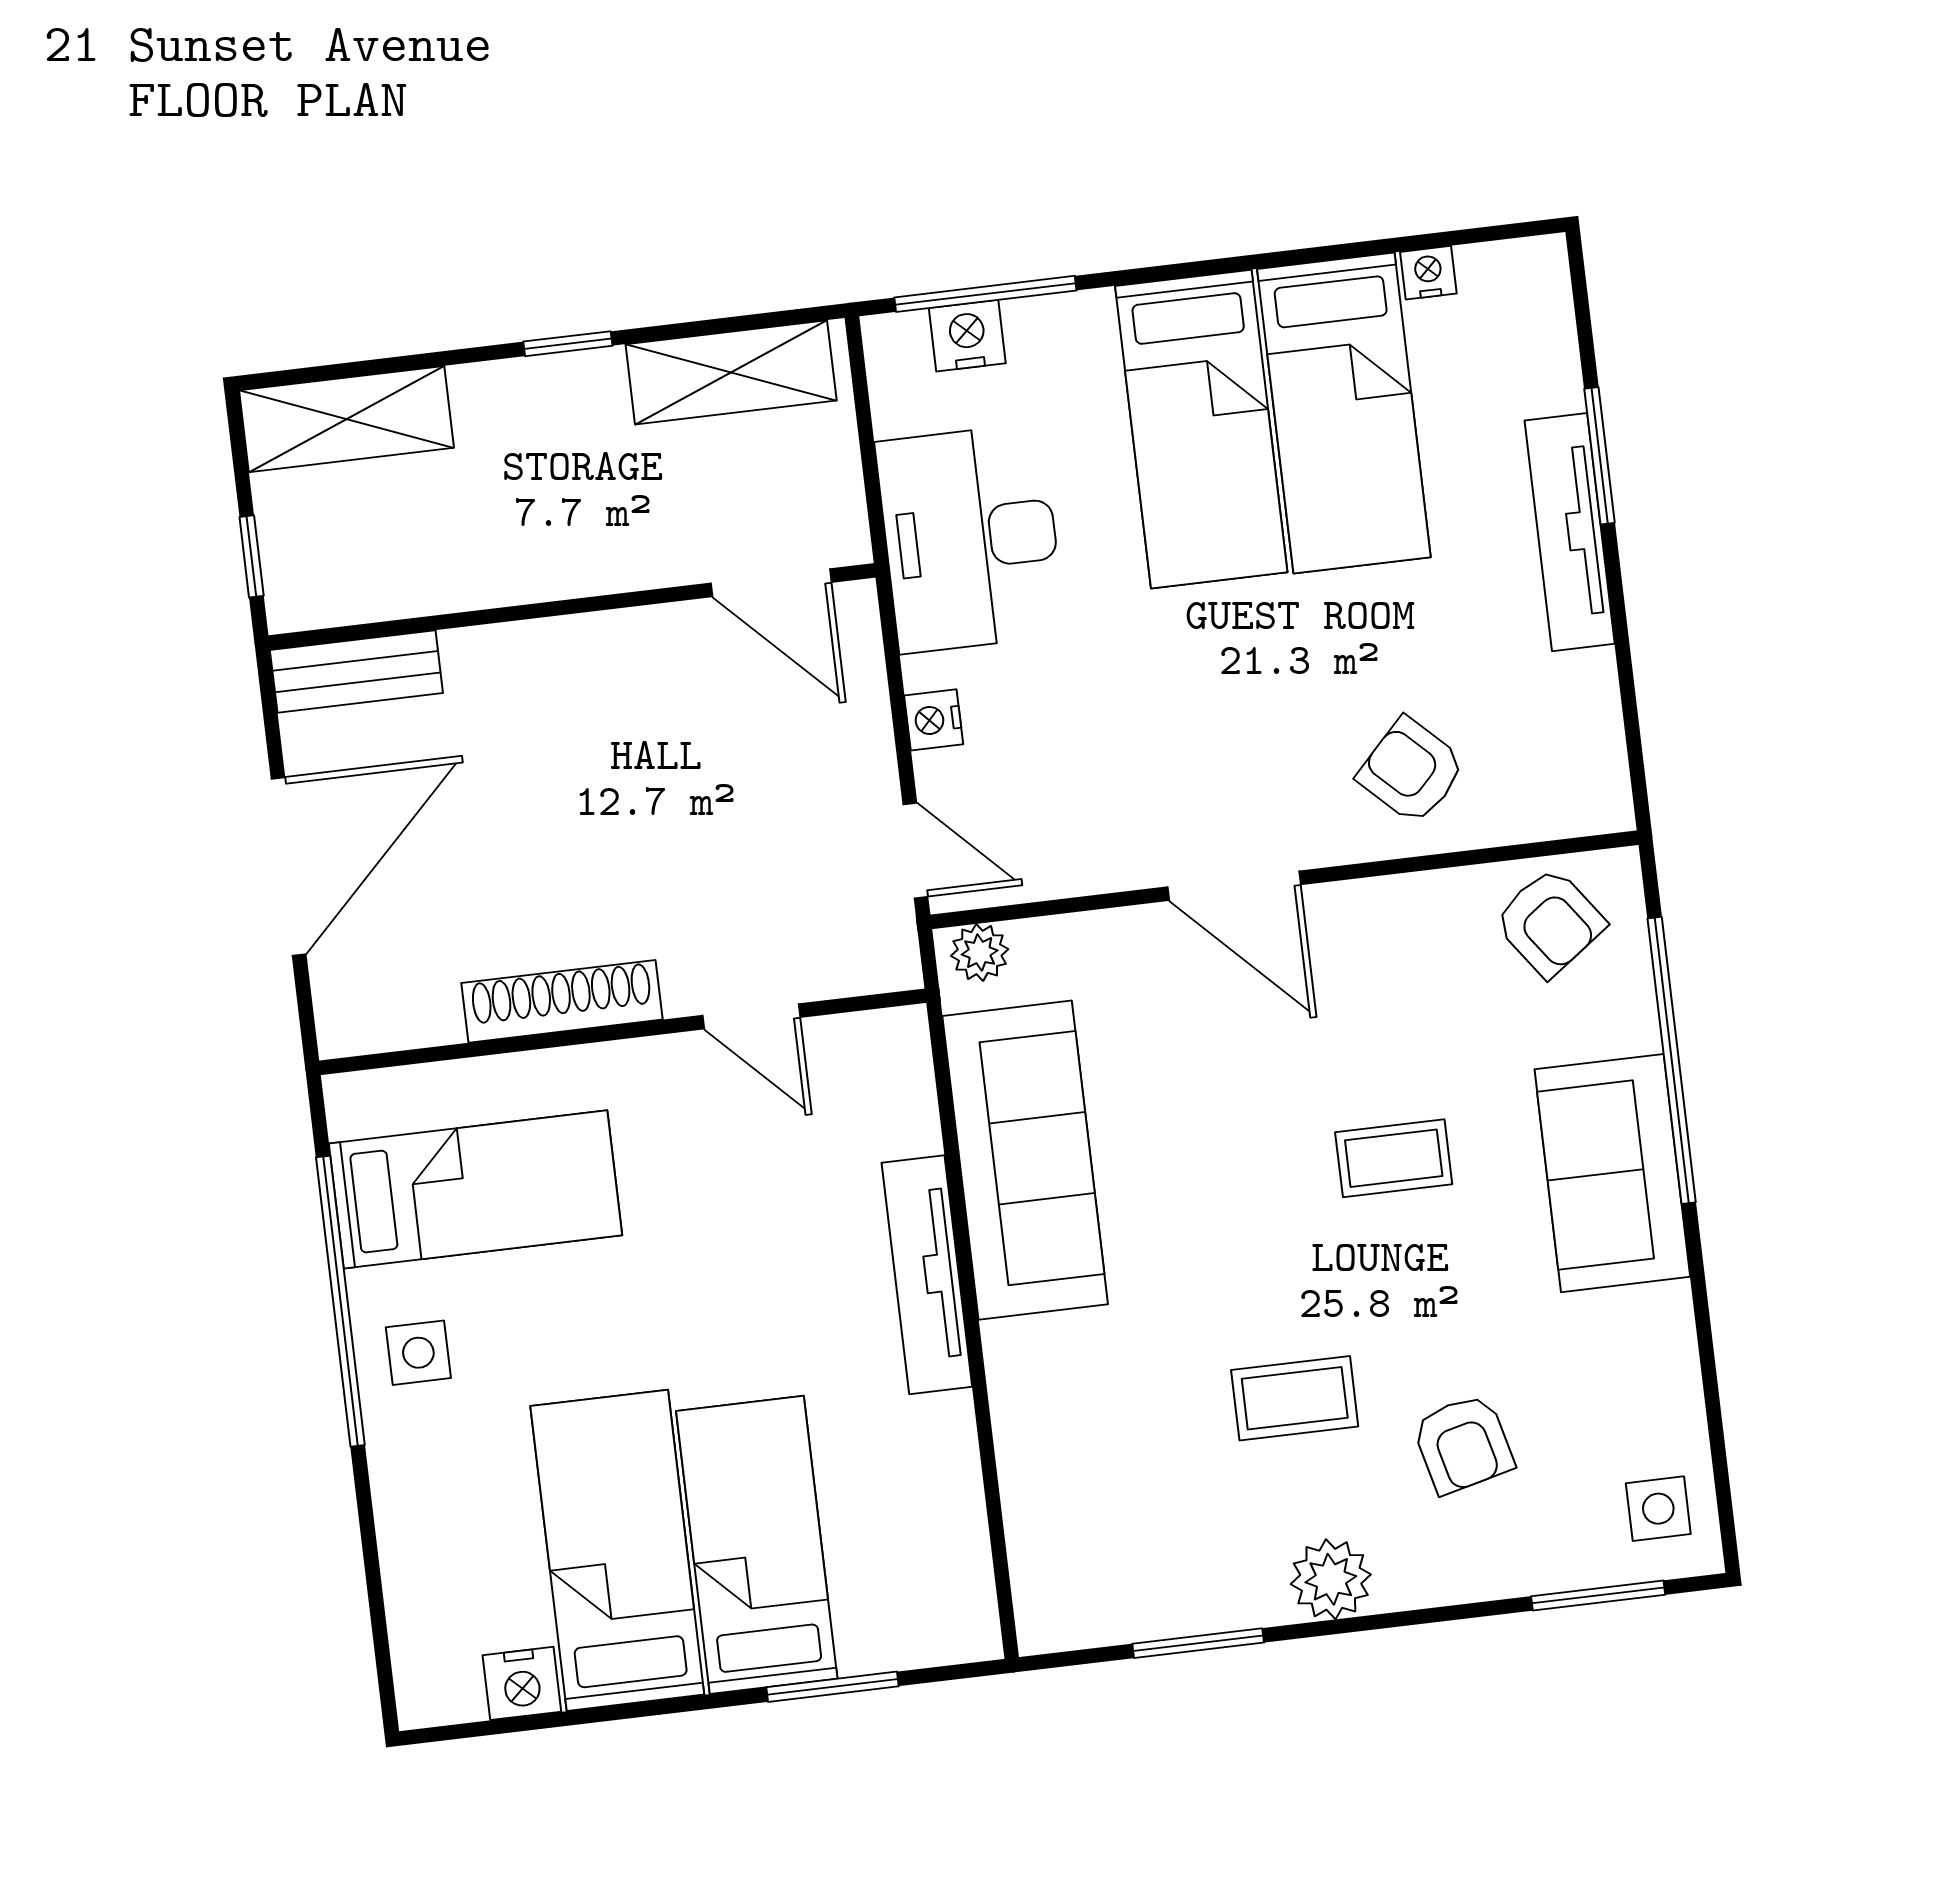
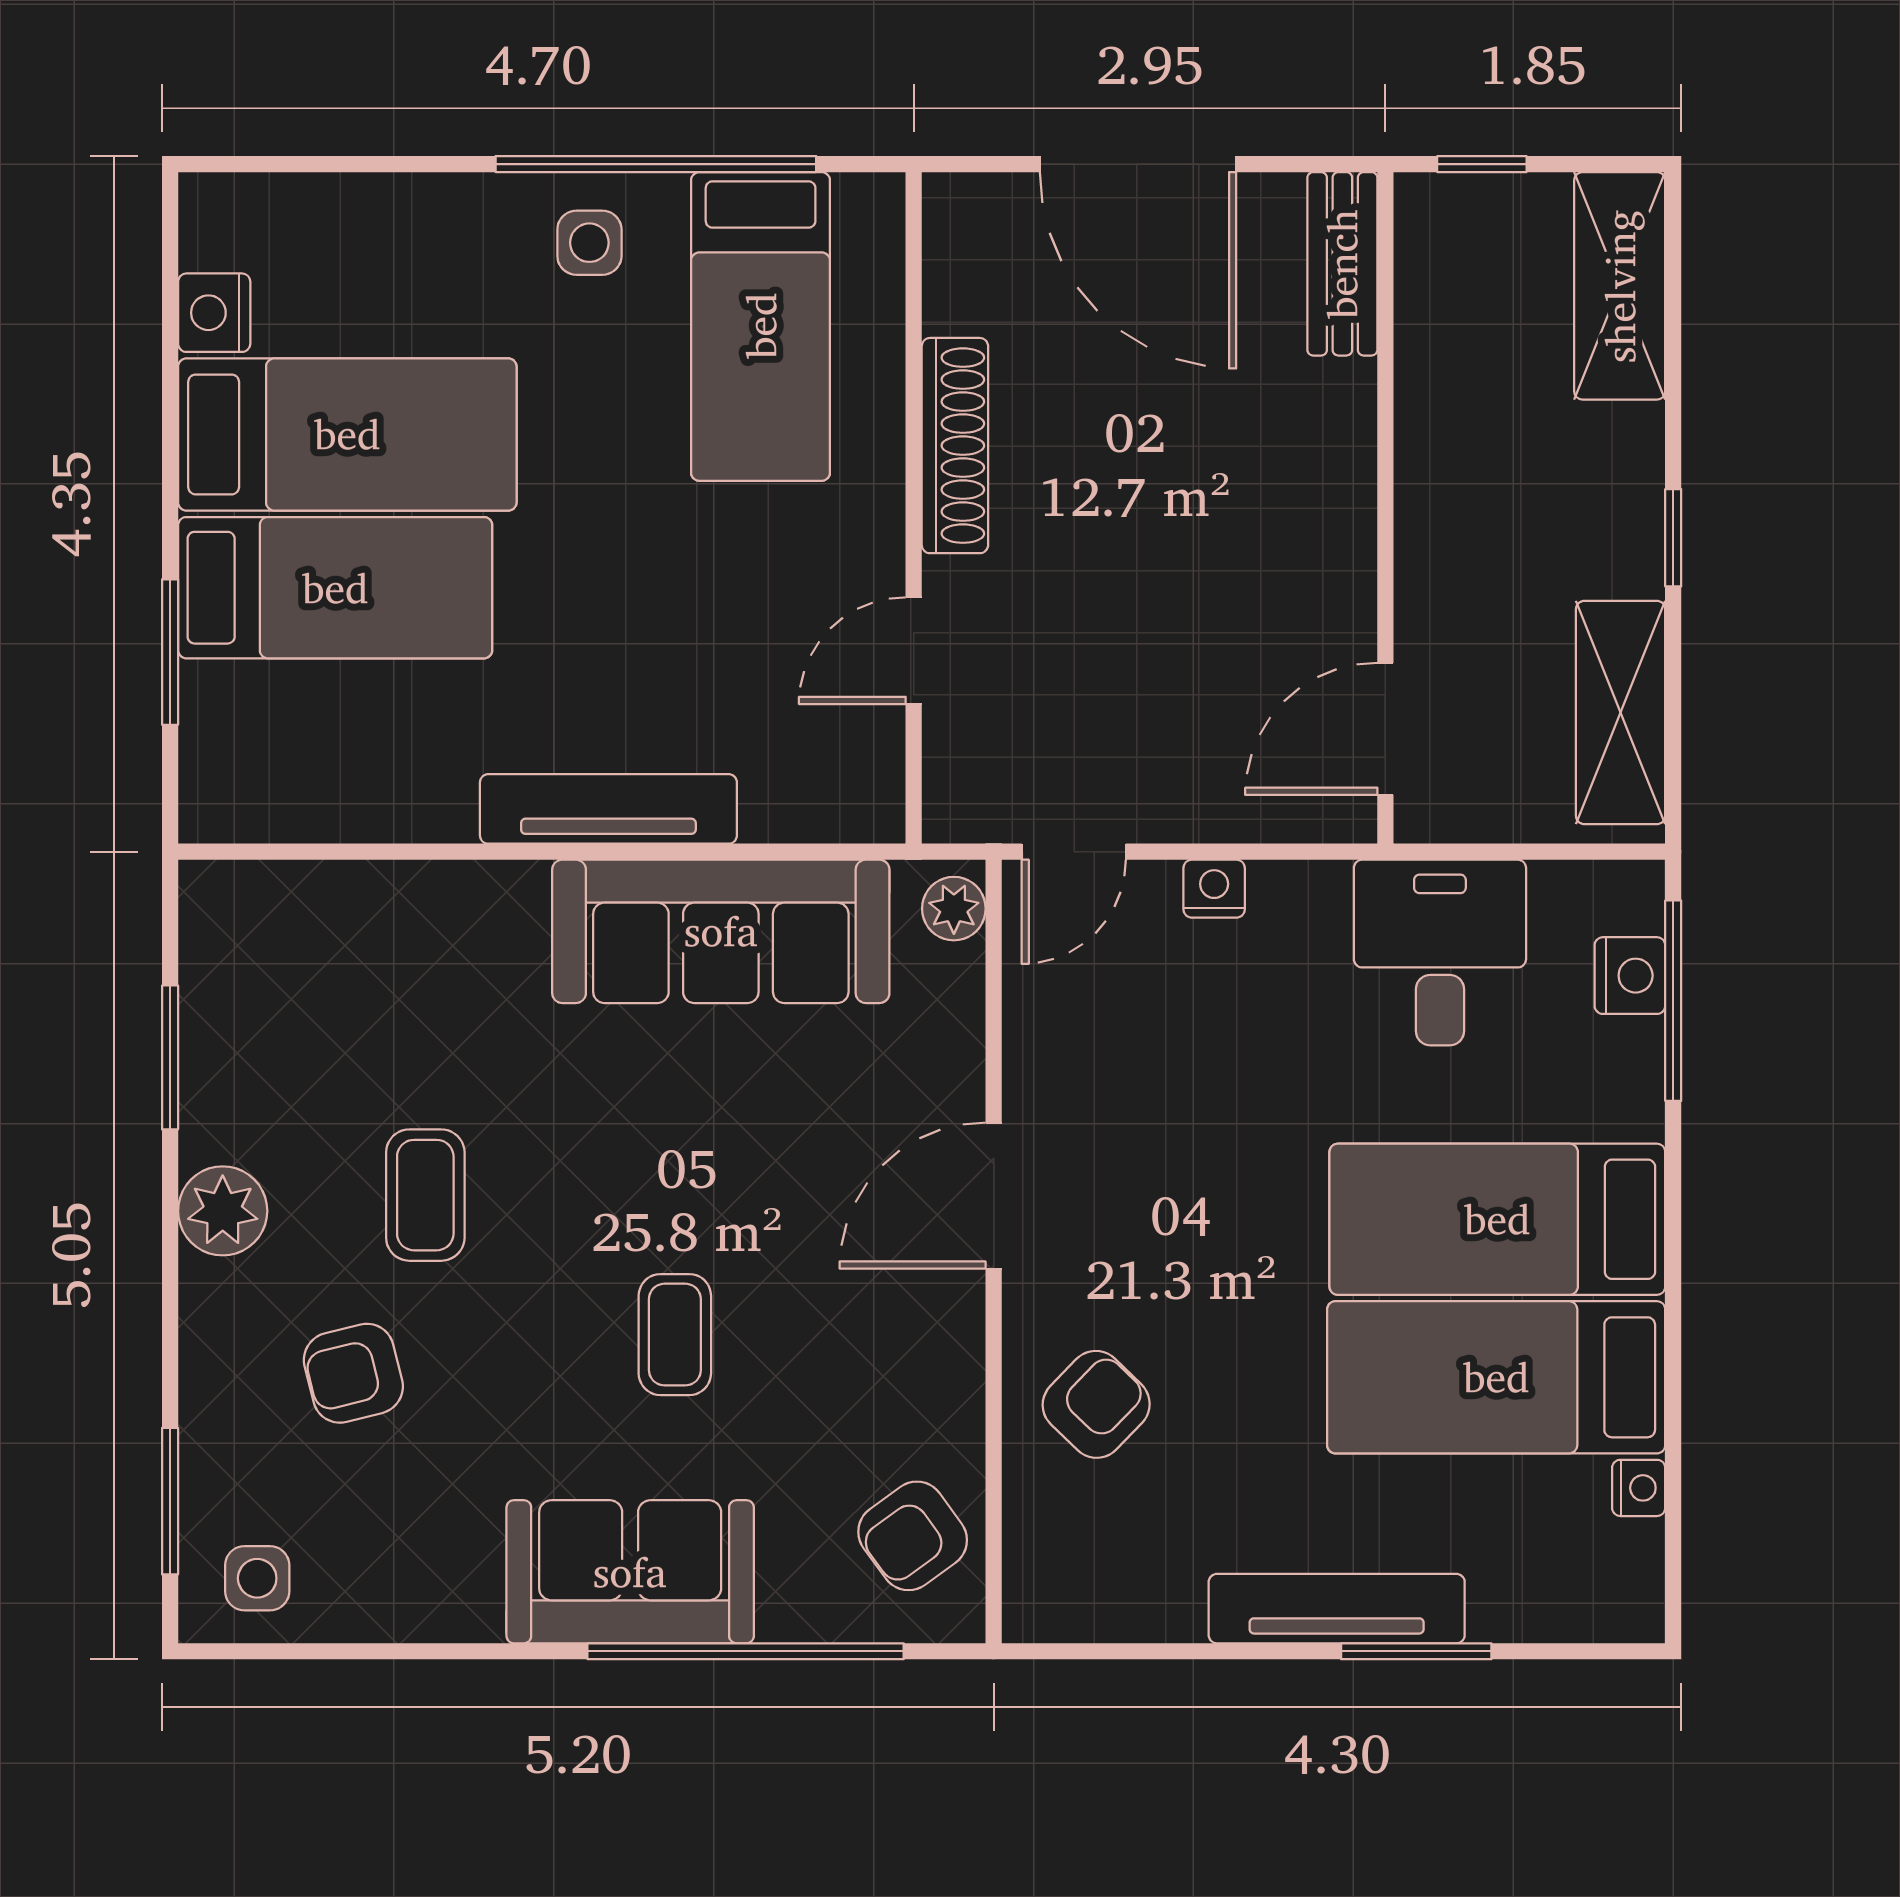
desk: (970, 538) -> (1440, 953), width x0.73

